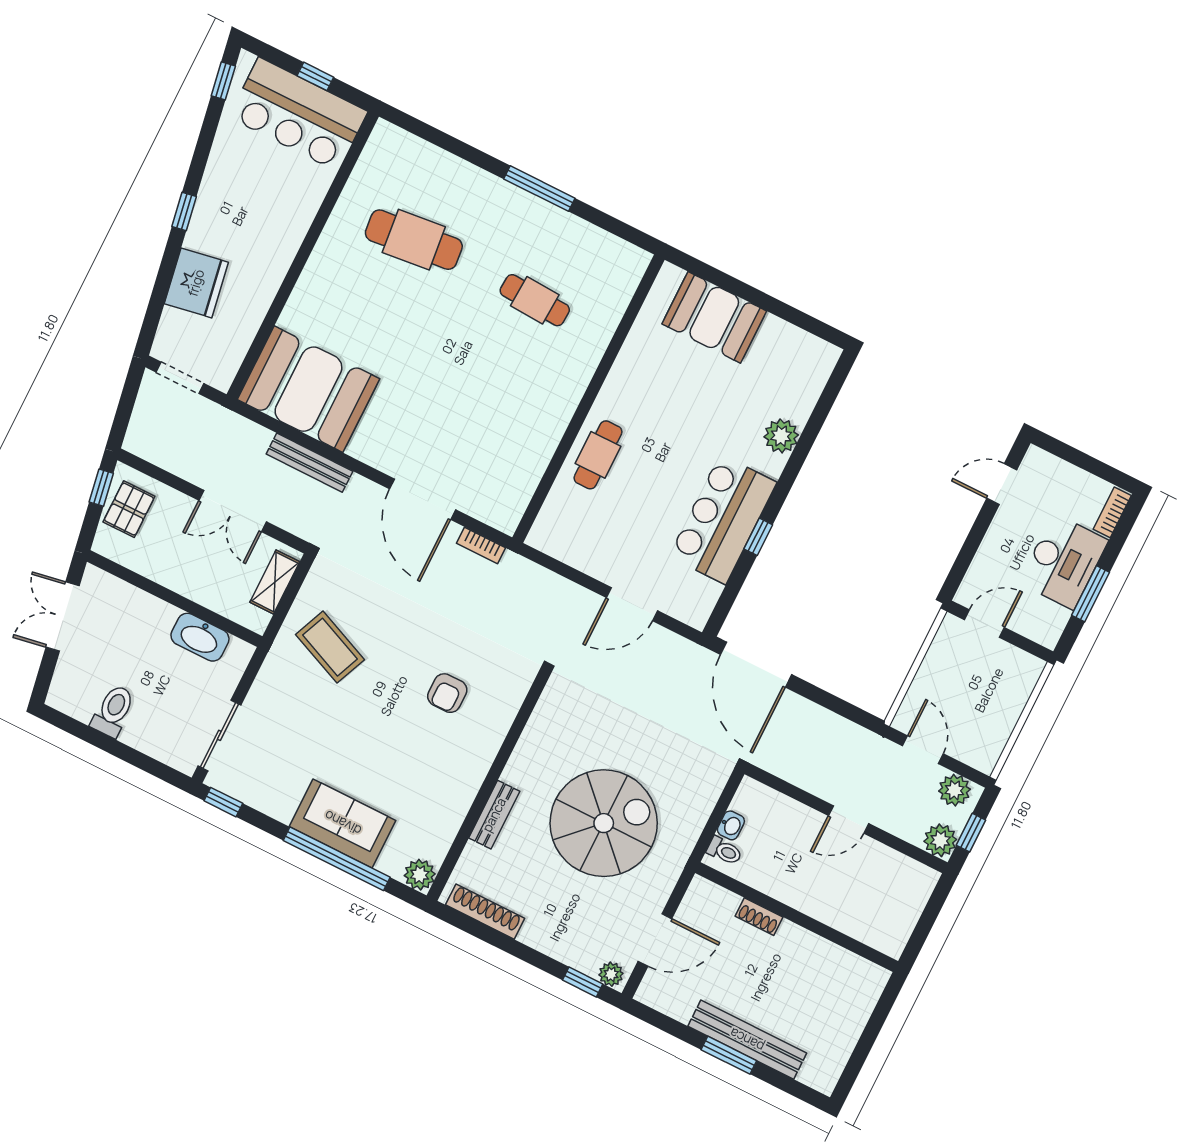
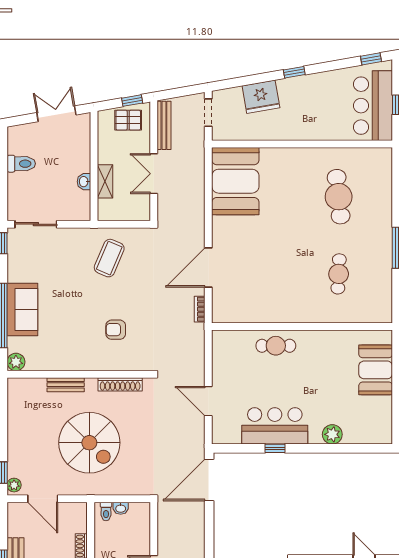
bench: (309, 463) -> (164, 125), moved
shelving: (275, 582) -> (105, 181), moved, turned 90
washbasin: (200, 637) -> (84, 182), width x0.52, depth x0.69
shoe rack: (485, 912) -> (120, 384), moved, turned 90

